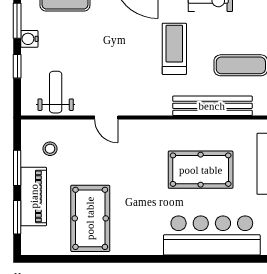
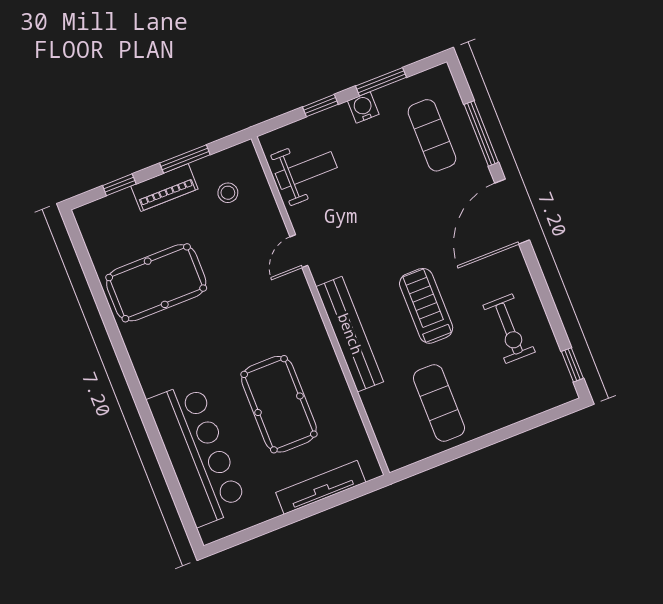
treadmill: (174, 49) -> (426, 306), turned -90
bench: (212, 106) -> (350, 334), moved
piano: (34, 196) -> (164, 188), width x0.73, depth x0.75
window: (17, 217) -> (119, 185), width x0.67

